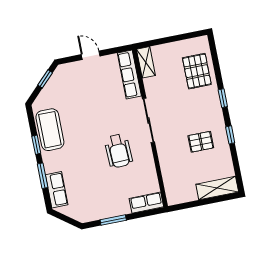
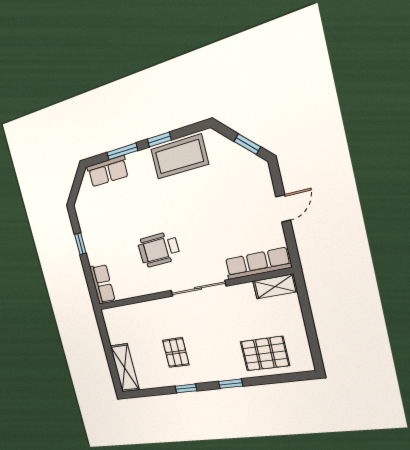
window: (113, 220) -> (80, 244), width x0.67

